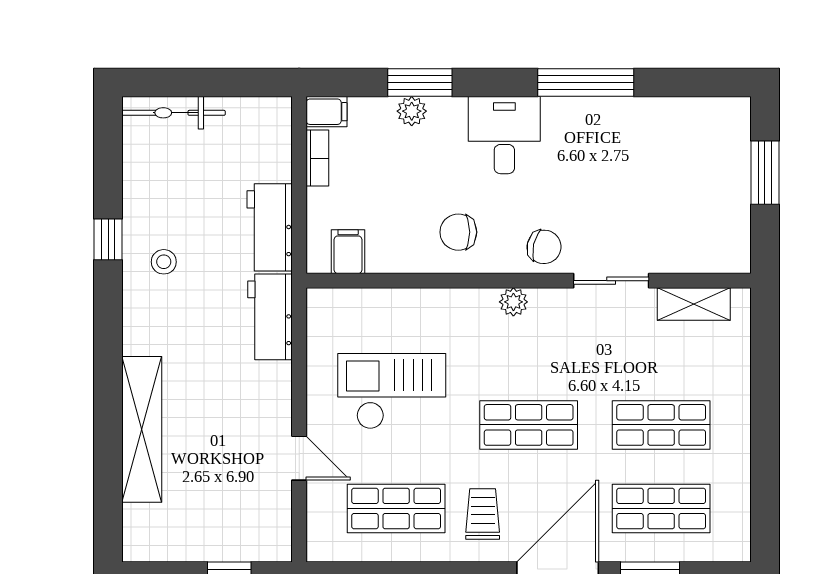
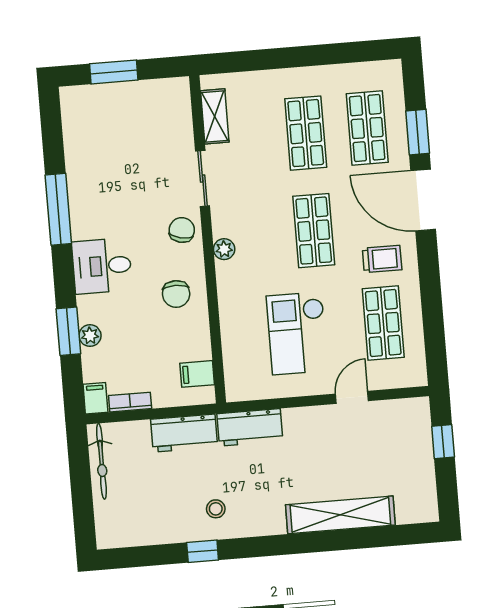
bicycle: (174, 113) -> (101, 461), moved
trolley: (483, 514) -> (382, 259), turned 180

